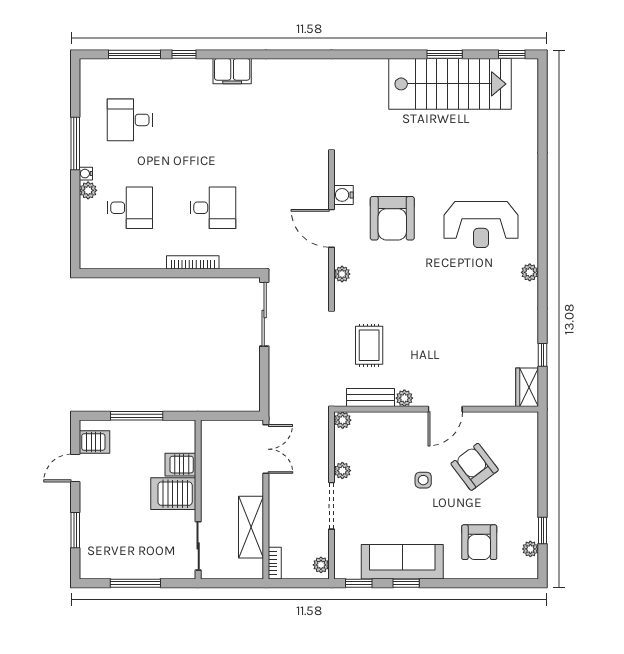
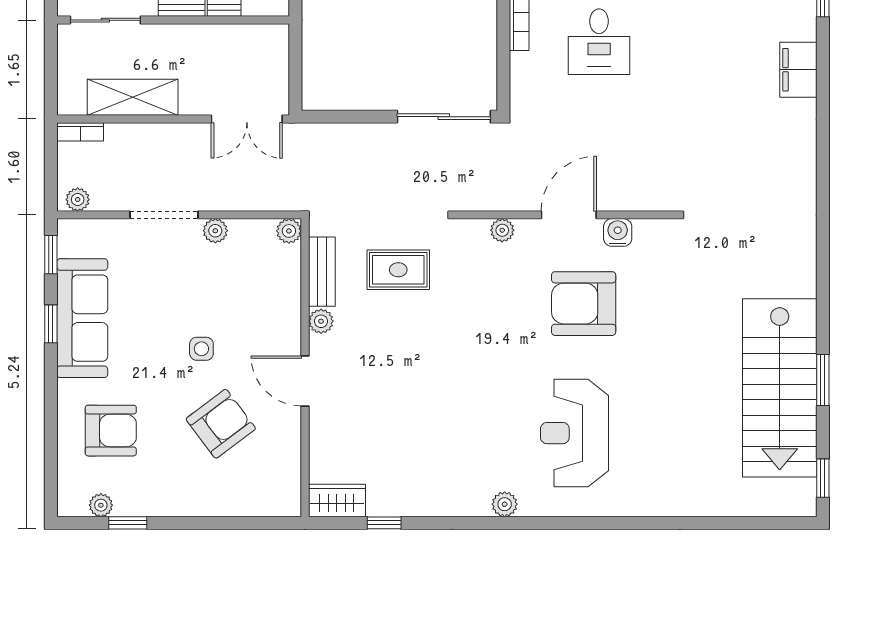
armchair: (479, 542) -> (111, 431), turned 180

